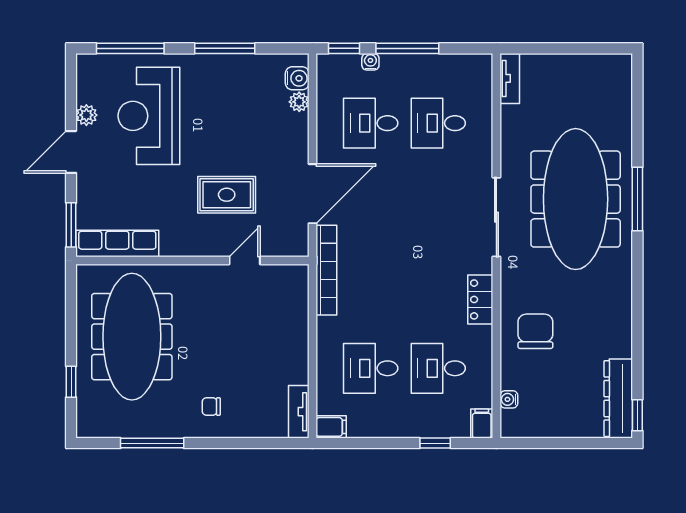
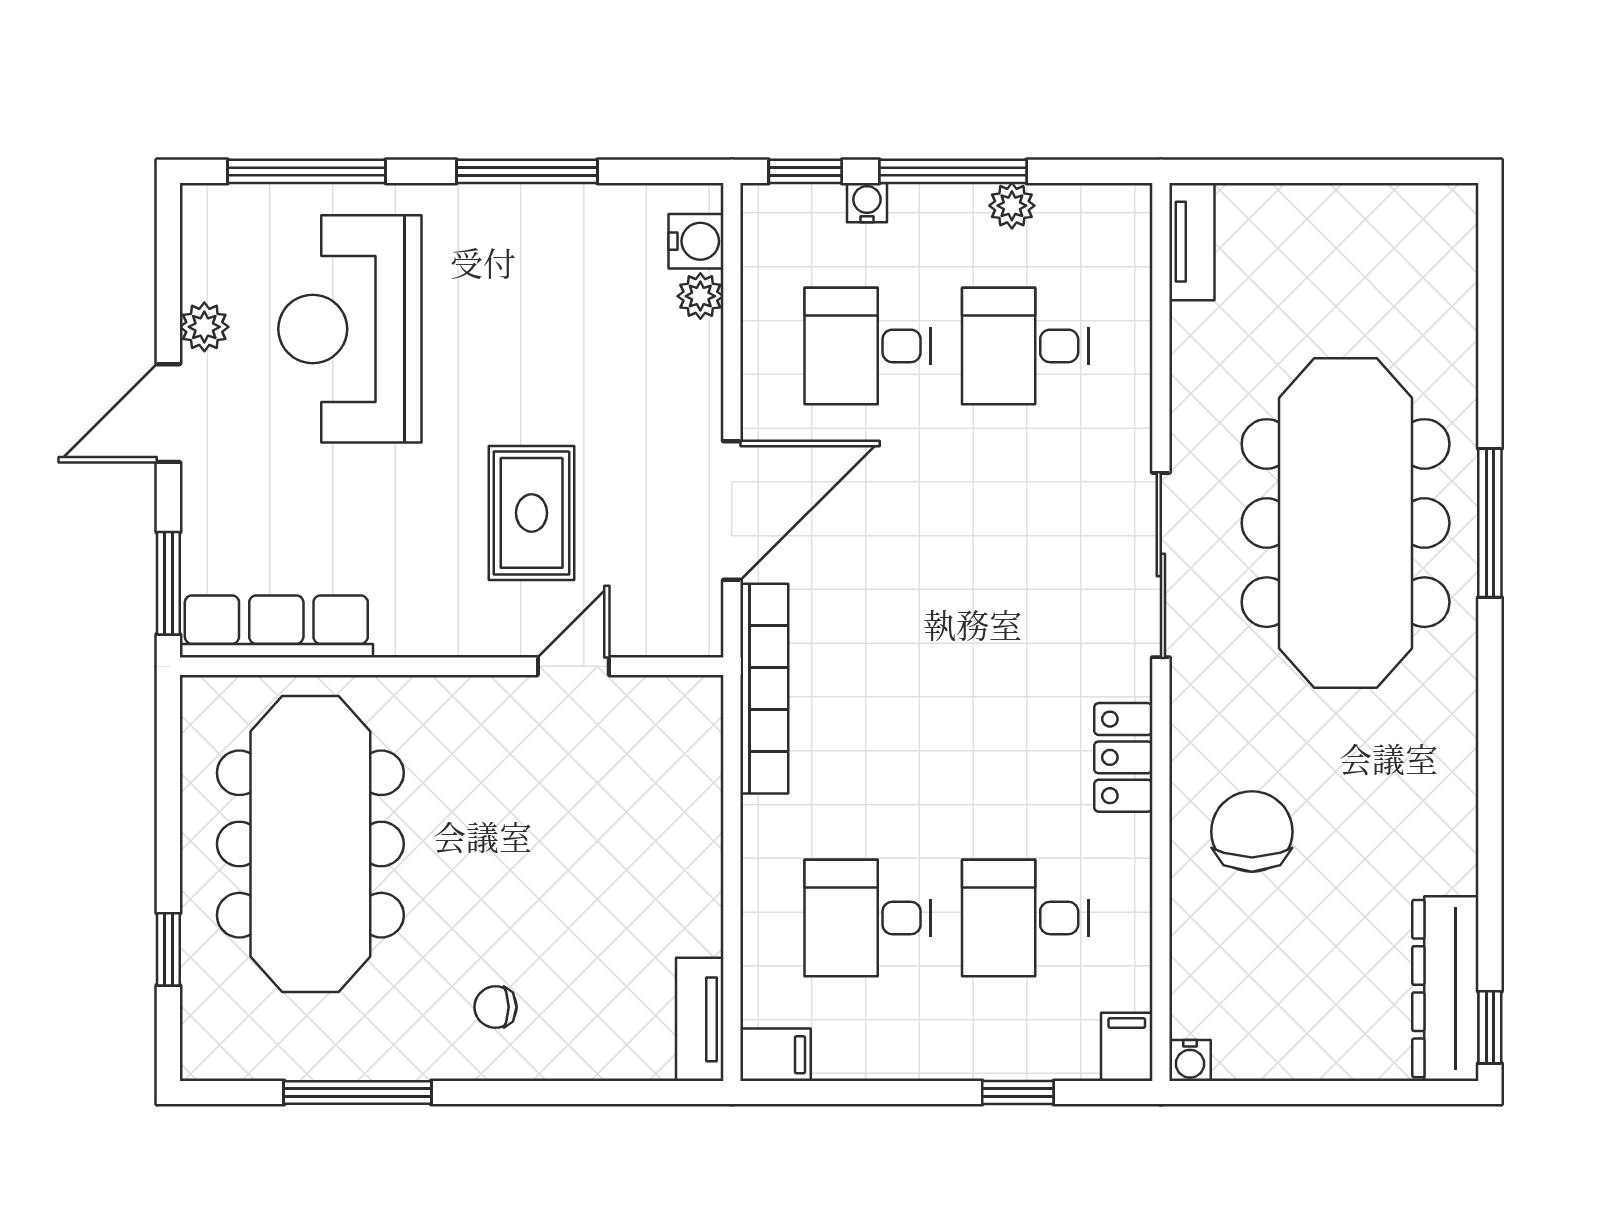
plant: (433, 63) -> (1012, 206), added
rug: (227, 195) -> (532, 513), turned 90
water cooler: (509, 399) -> (1190, 1060), moved, turned -90

